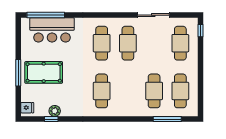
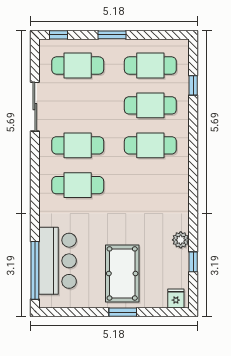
window: (200, 66) -> (112, 35), added
window: (18, 73) -> (123, 312), width x0.69
cafe table: (102, 91) -> (150, 145), moved
plant: (55, 111) -> (181, 240), moved
window: (167, 119) -> (193, 85), width x0.46

